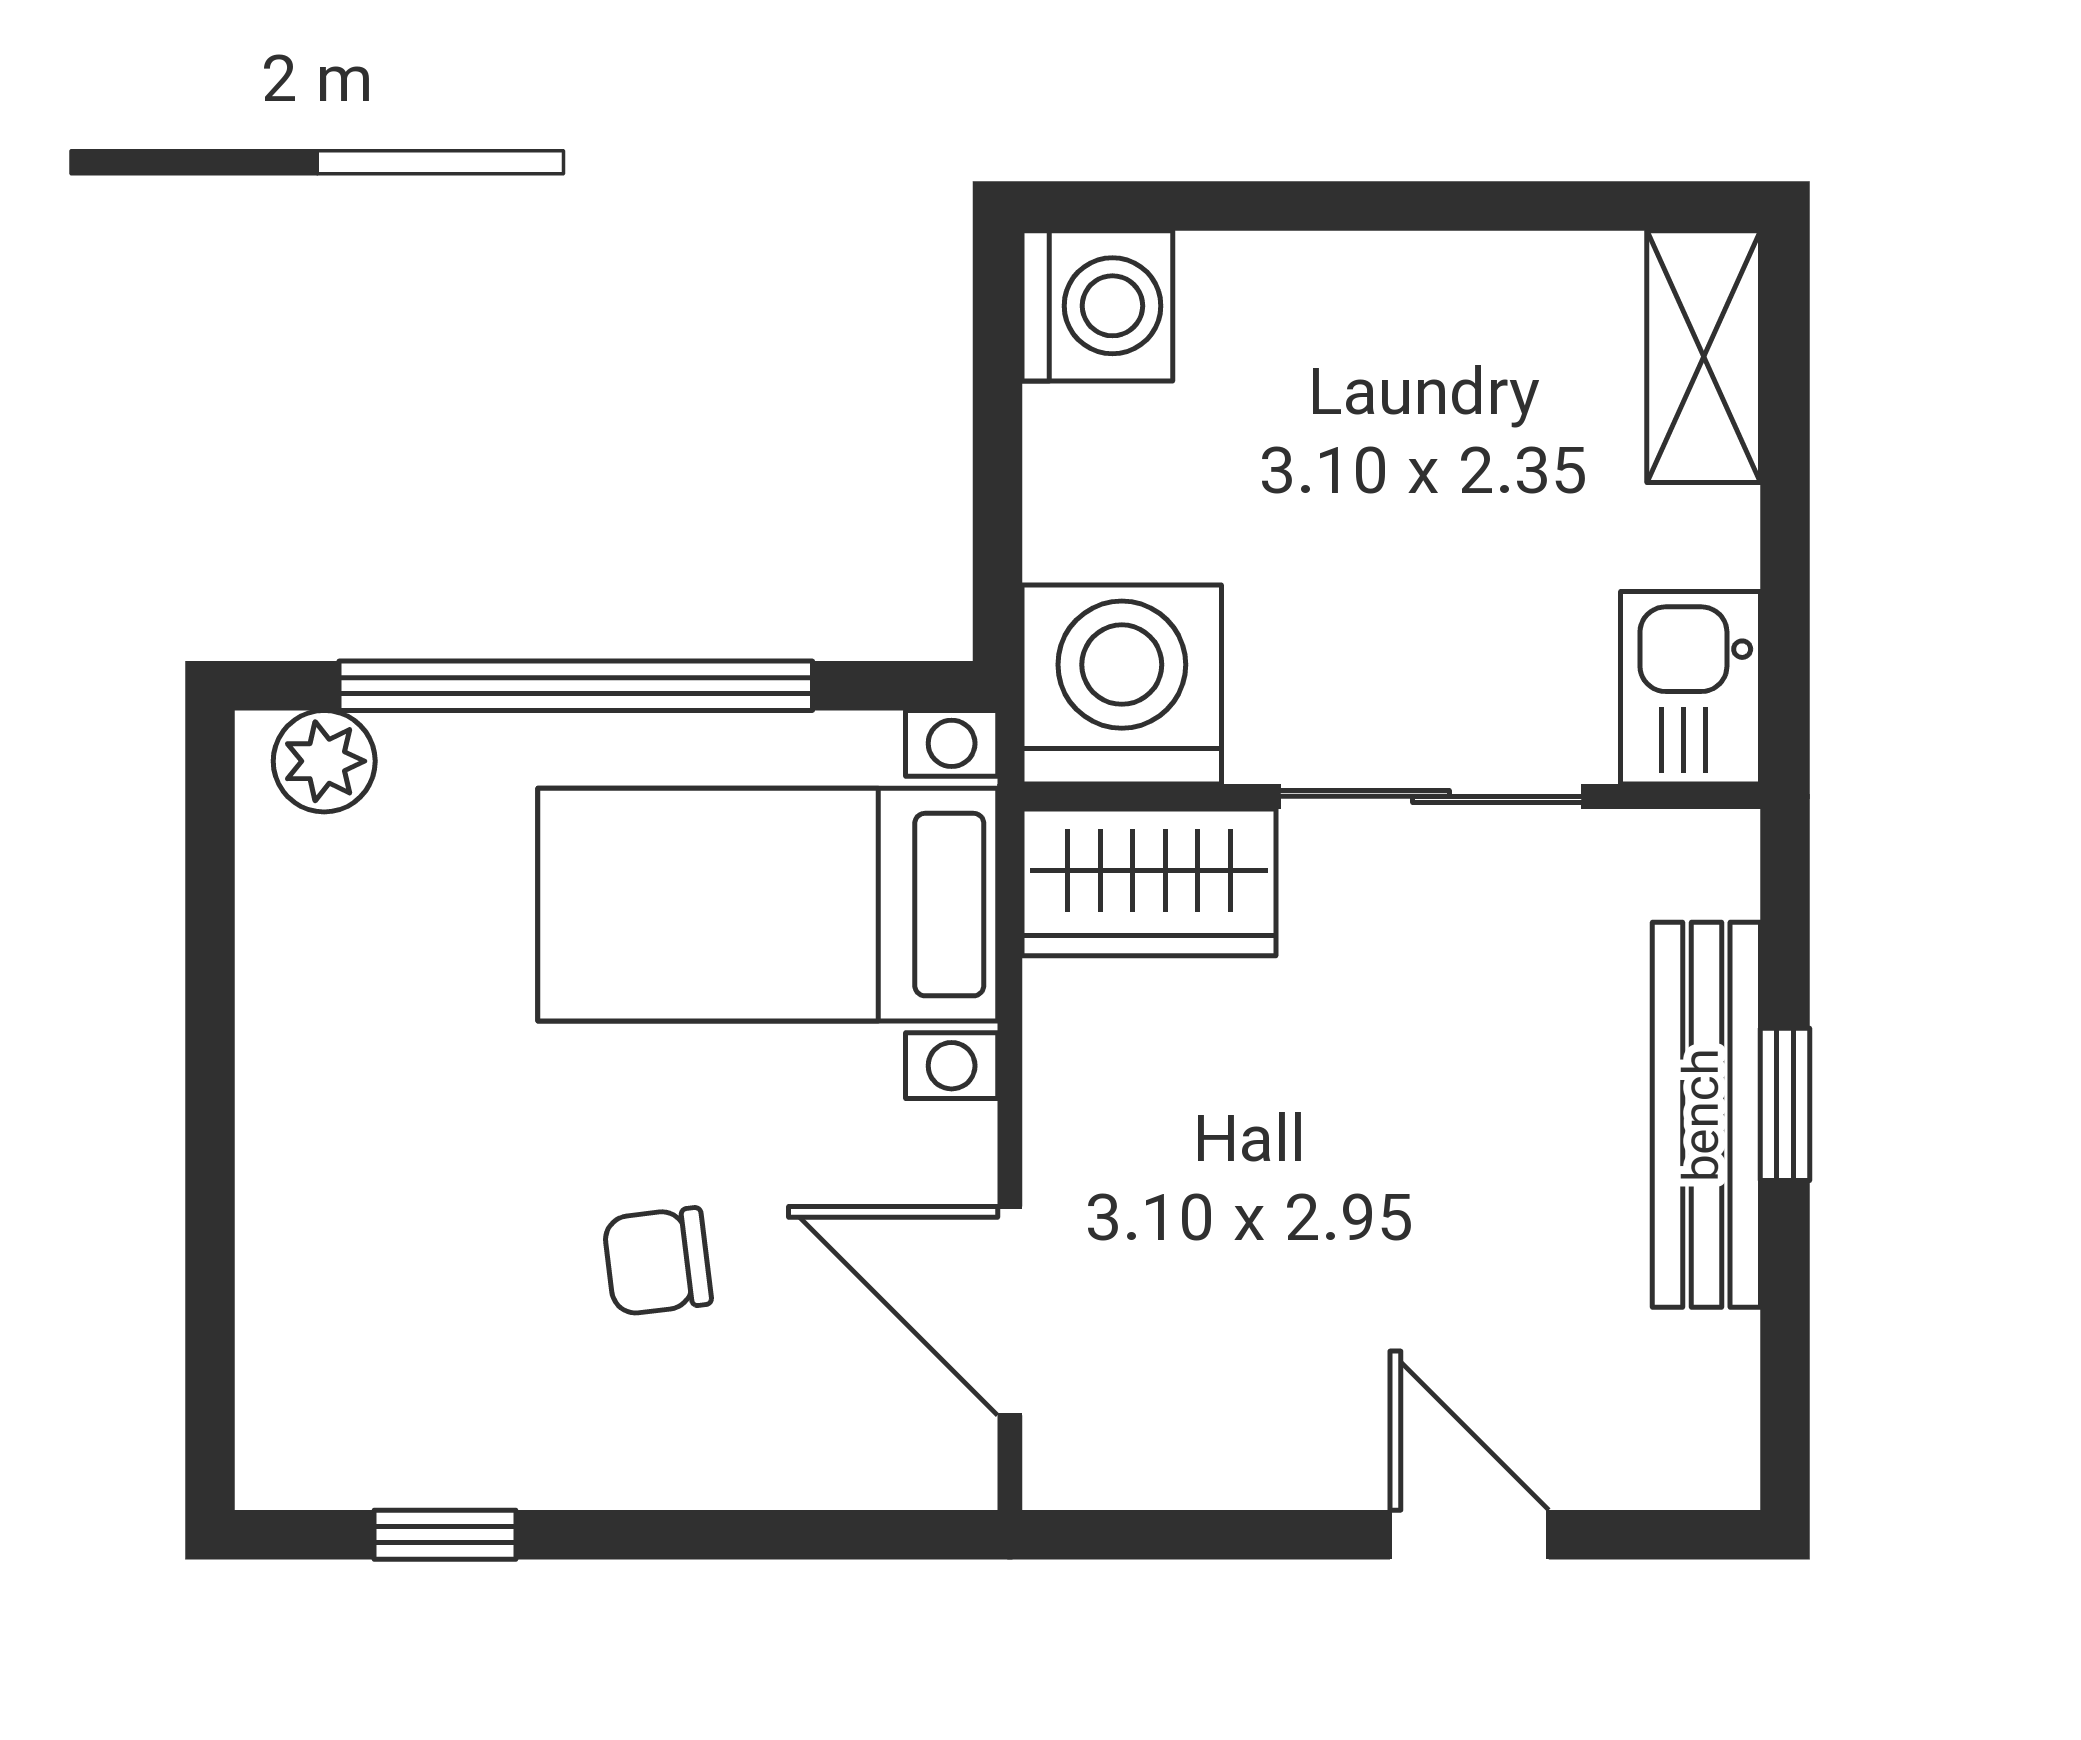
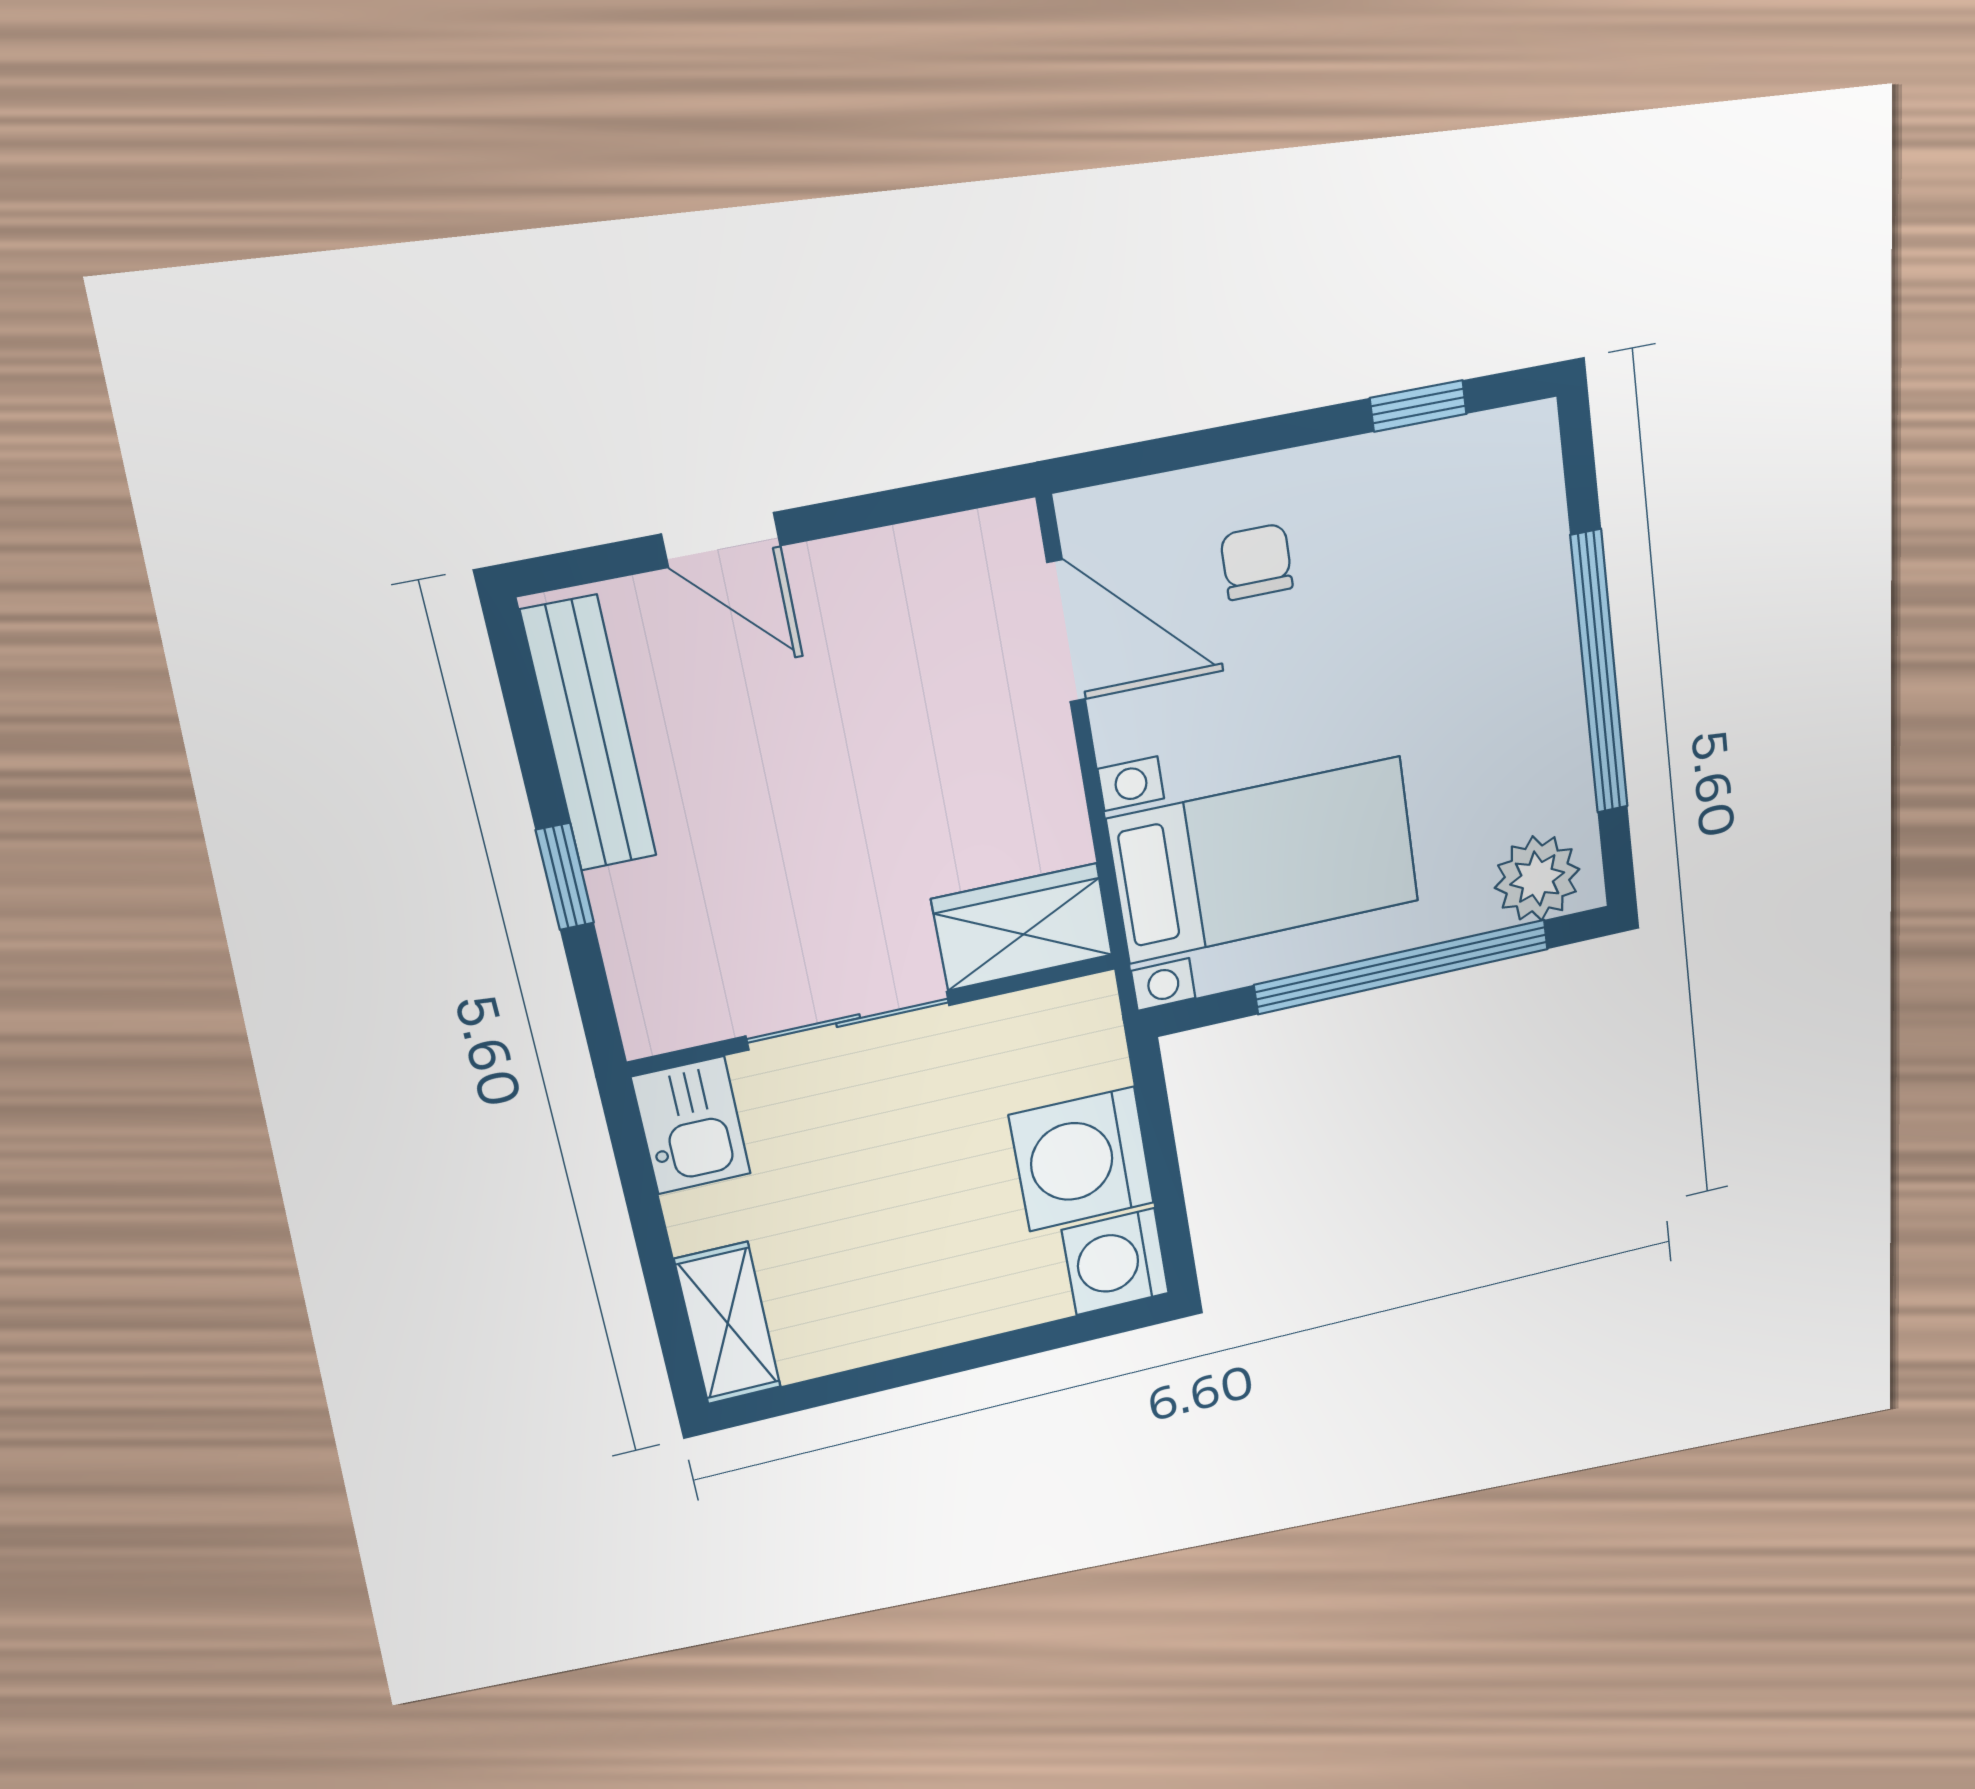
washing machine: (1122, 685) -> (1082, 1159), moved, turned 90
plant: (324, 761) -> (1537, 878), width x1.38, depth x1.38
window: (210, 1084) -> (1599, 673), added
bench: (1706, 1115) -> (589, 734), moved
chair: (657, 1261) -> (1257, 562), moved, turned -83

